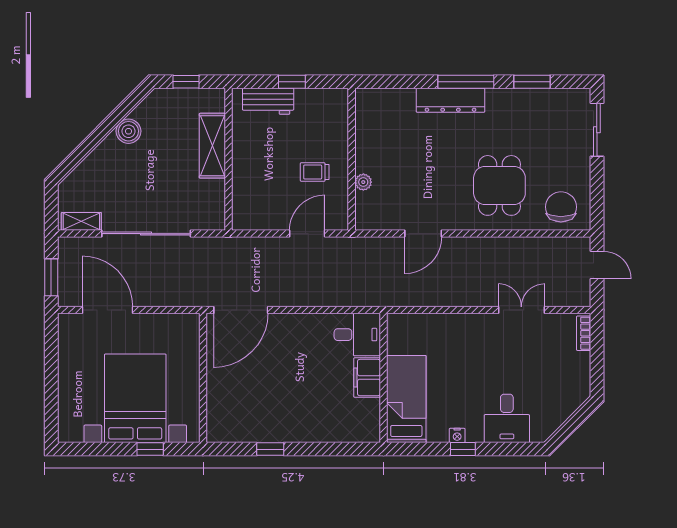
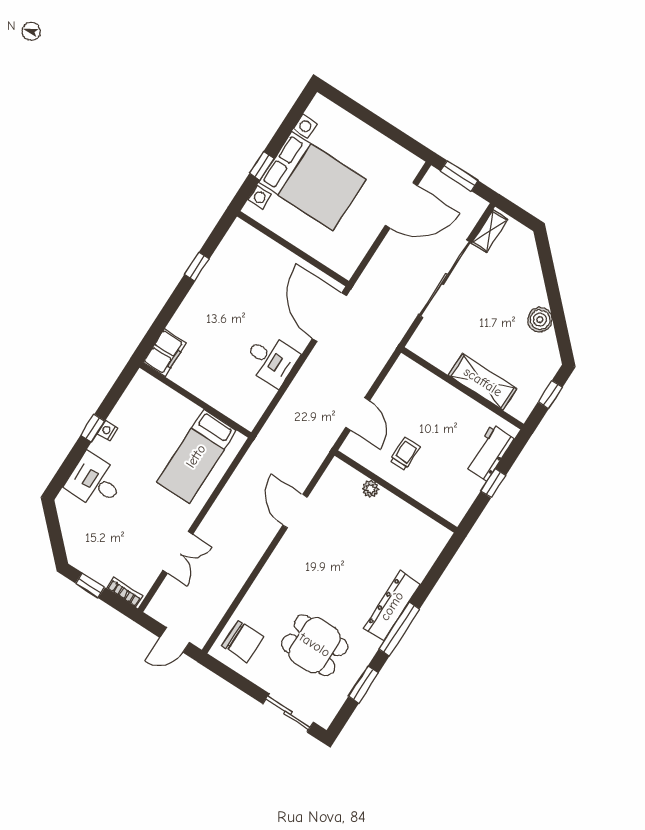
dining table: (499, 185) -> (315, 645), moved
desk: (357, 335) -> (271, 360), moved, turned -90
window: (597, 366) -> (90, 585), added
filing cabinet: (367, 378) -> (165, 353), moved, turned 90
bed: (406, 399) -> (196, 456), moved, turned 90

